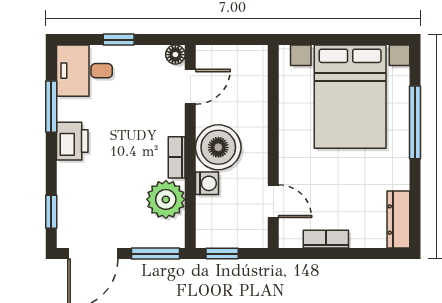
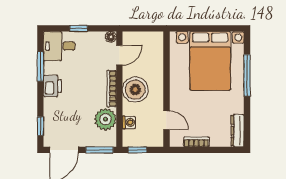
bookcase: (177, 157) -> (112, 89), width x1.56
washing machine: (207, 183) -> (129, 122), moved

